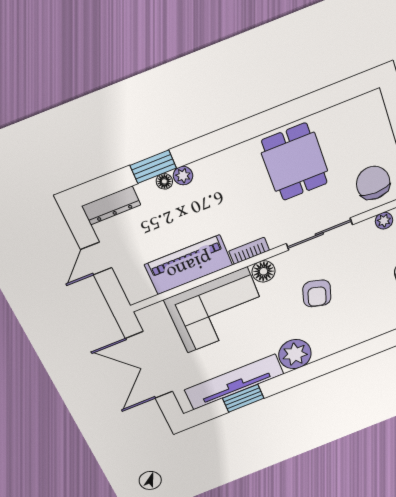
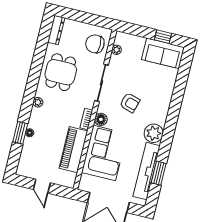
dining table: (295, 162) -> (61, 72), turned 90
plant: (183, 176) -> (38, 102), moved
dresser: (111, 205) -> (56, 30), moved

